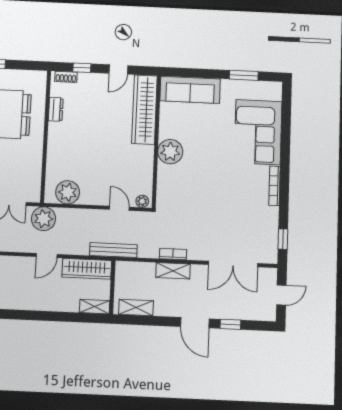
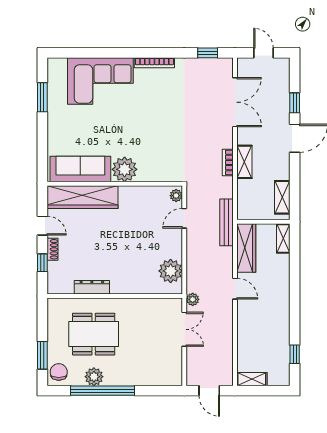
shoe rack: (66, 77) -> (52, 249), moved
sofa: (190, 90) -> (80, 169), moved, turned -90
dresser: (56, 109) -> (92, 287), width x1.44
plant: (43, 219) -> (193, 299), width x0.53, depth x0.53

